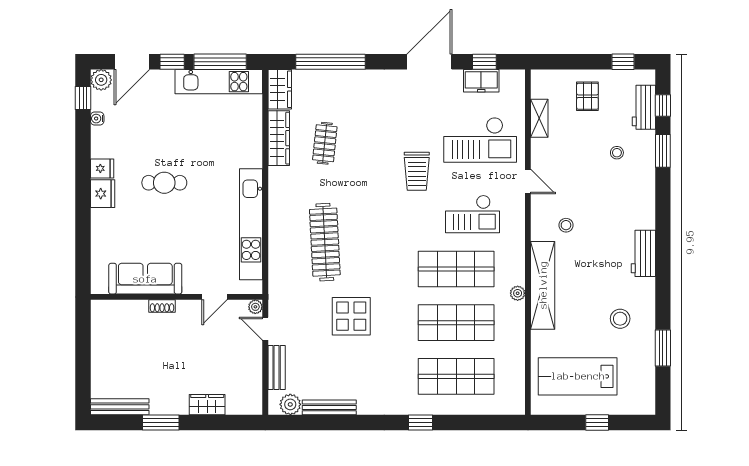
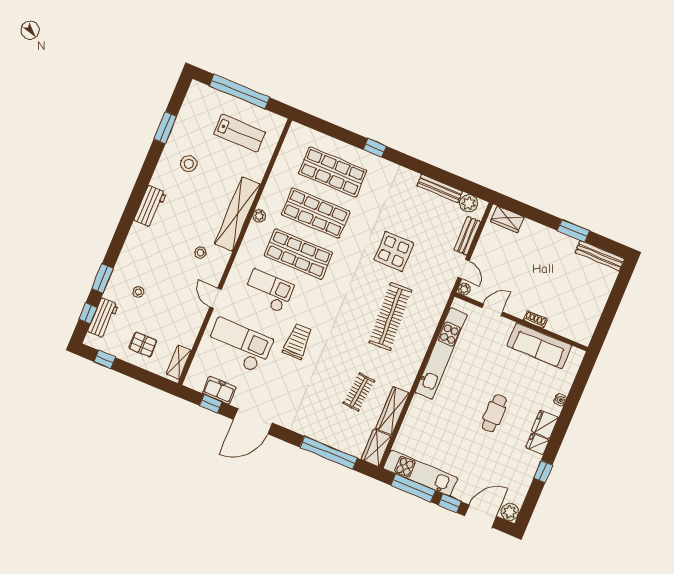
pallet: (587, 96) -> (143, 344), turned 90
window: (83, 98) -> (543, 471), moved
shelving: (539, 118) -> (179, 362), moved
water cooler: (97, 119) -> (560, 400), moved
cafe table: (164, 183) -> (494, 413), turned 90
lab bench: (578, 376) -> (240, 133), width x0.73, depth x0.72
wardrobe: (207, 405) -> (507, 219), moved
window: (597, 423) -> (239, 92), width x3.17

